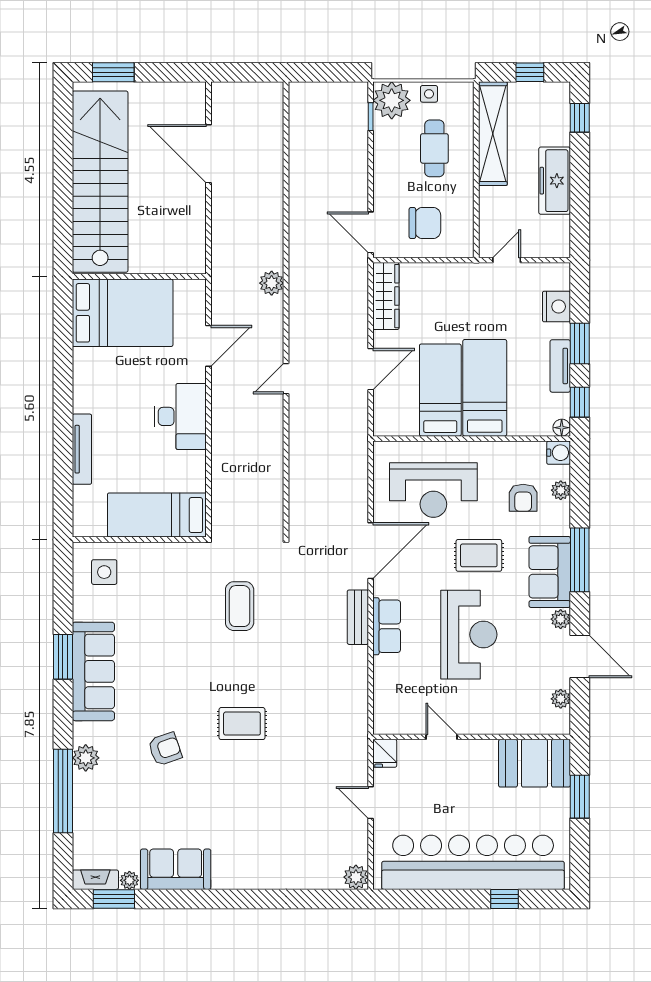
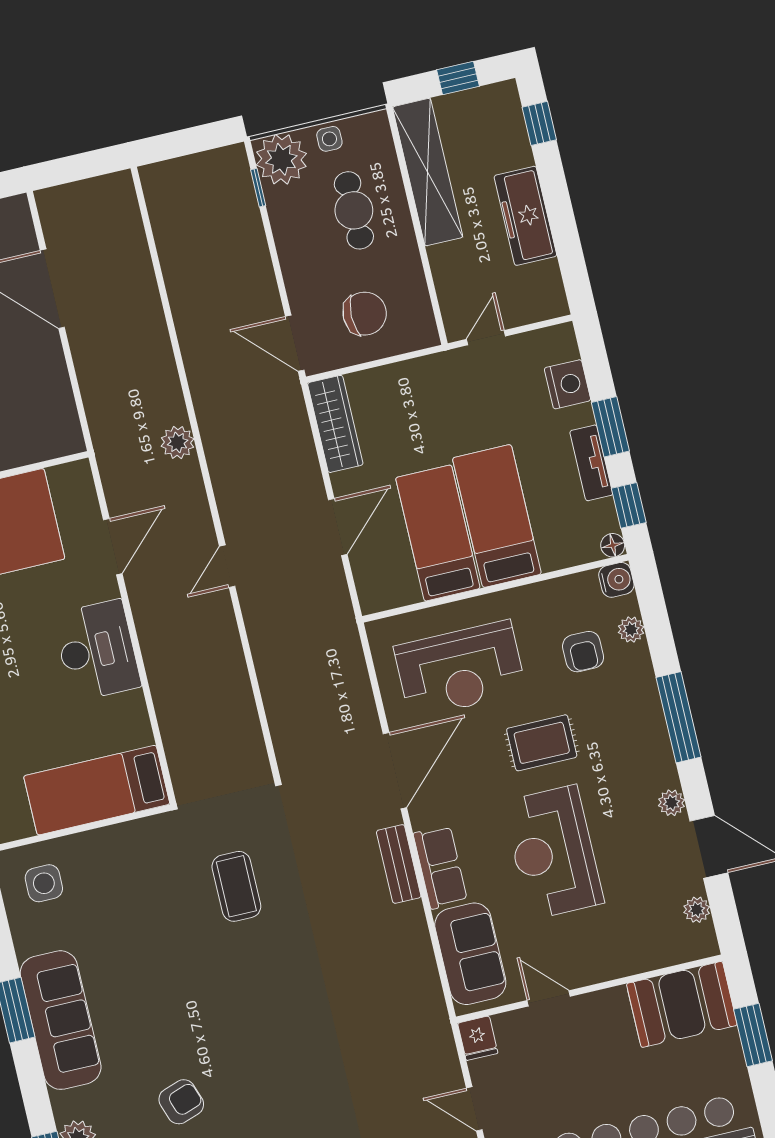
sofa: (550, 572) -> (470, 954), moved, turned 180
reception desk: (469, 635) -> (553, 852), turned 180
rug: (242, 724) -> (277, 1043), removed

